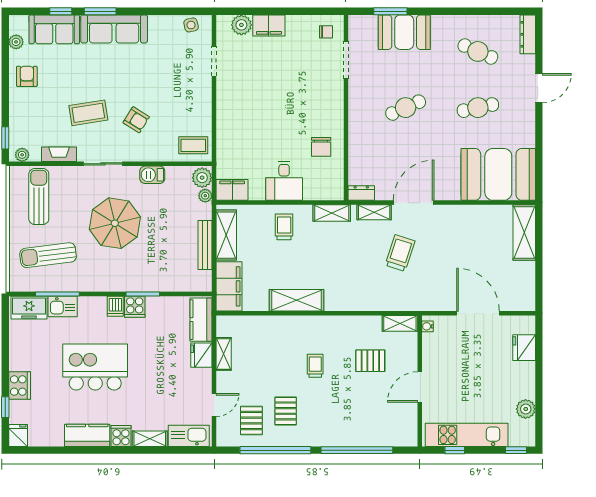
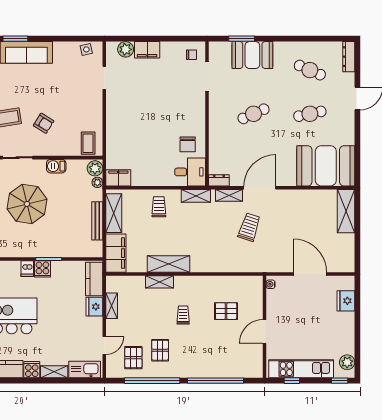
coffee table: (193, 145) -> (88, 143), turned 90
desk: (284, 181) -> (190, 172), moved, turned -90
shelving: (400, 323) -> (160, 282), moved
plant: (526, 409) -> (347, 362), moved

